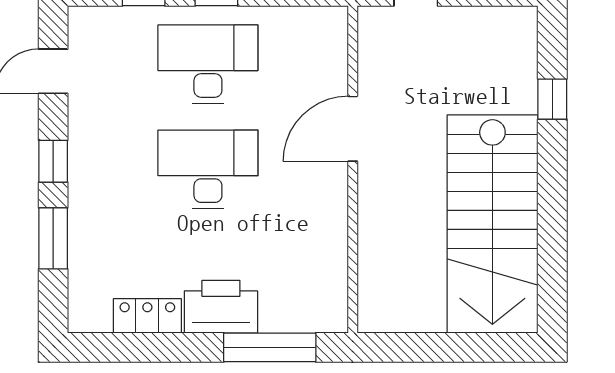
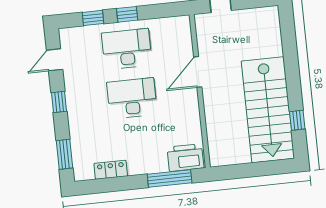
window: (552, 99) -> (297, 120), moved
window: (53, 238) -> (64, 154), moved
printer: (221, 307) -> (185, 158), moved

